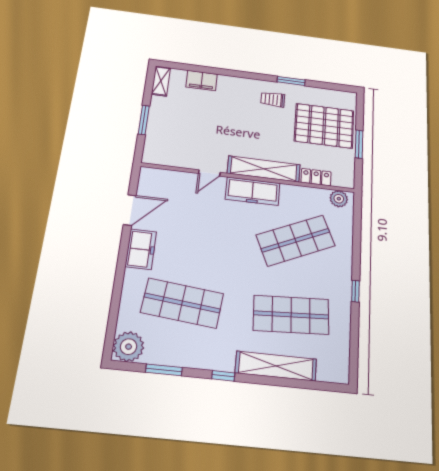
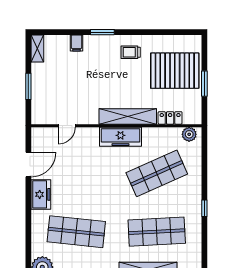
filing cabinet: (202, 80) -> (76, 43), width x0.50
window: (291, 81) -> (102, 32), moved
door: (209, 173) -> (67, 126), moved

